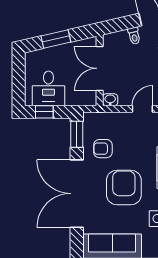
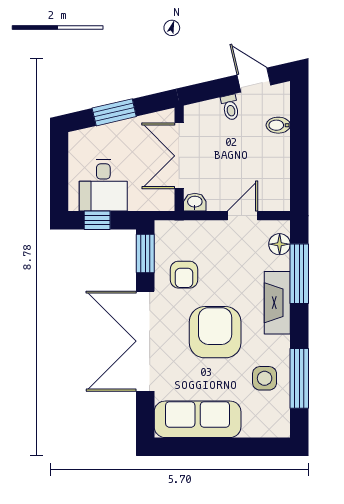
armchair: (103, 149) -> (184, 275), turned -90

